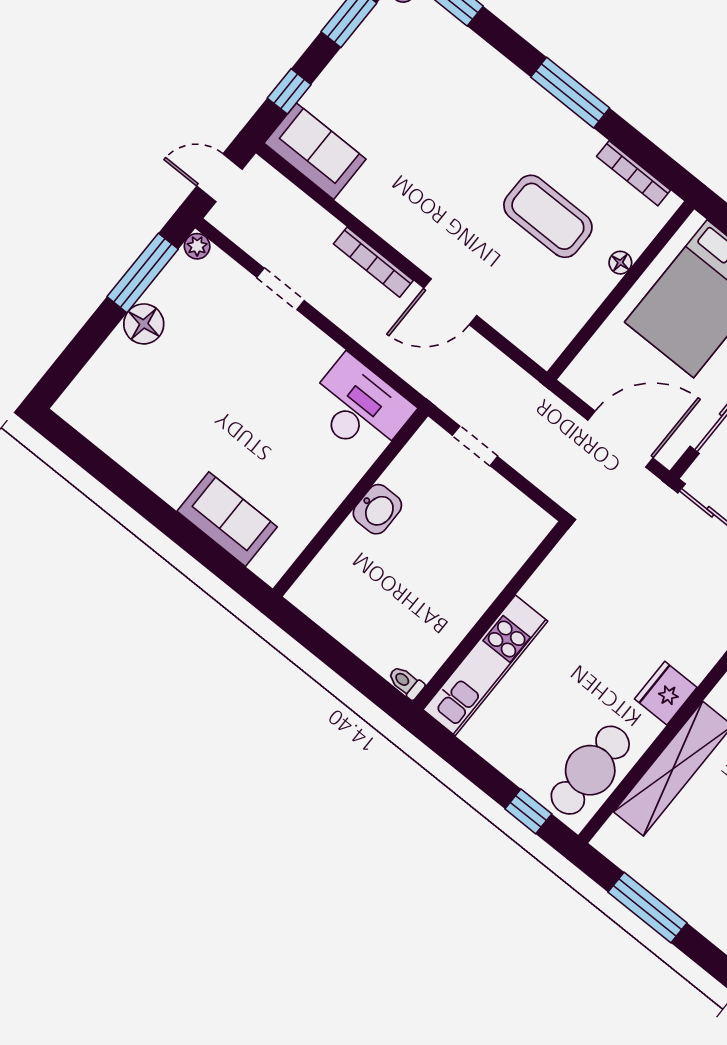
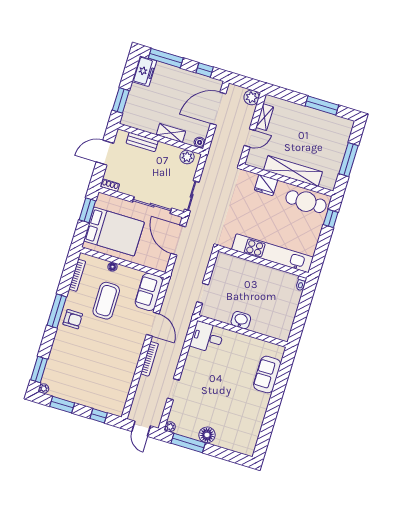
armchair: (536, 122) -> (73, 319), added
sofa: (315, 151) -> (149, 292), moved
desk: (359, 407) -> (207, 337), width x0.73
kitchen unit: (485, 665) -> (272, 253), width x1.36

